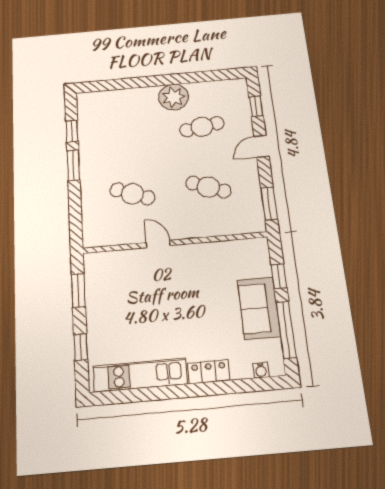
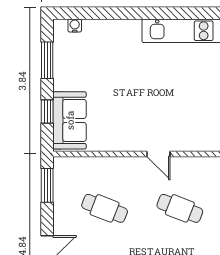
sofa: (259, 308) -> (70, 120), moved
window: (286, 330) -> (47, 60), width x0.69
locker: (209, 372) -> (122, 28), removed

